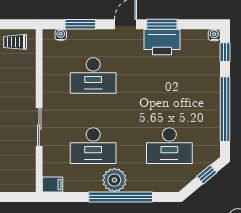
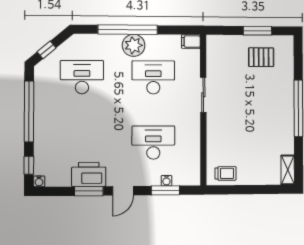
water cooler: (61, 35) -> (166, 181), moved

